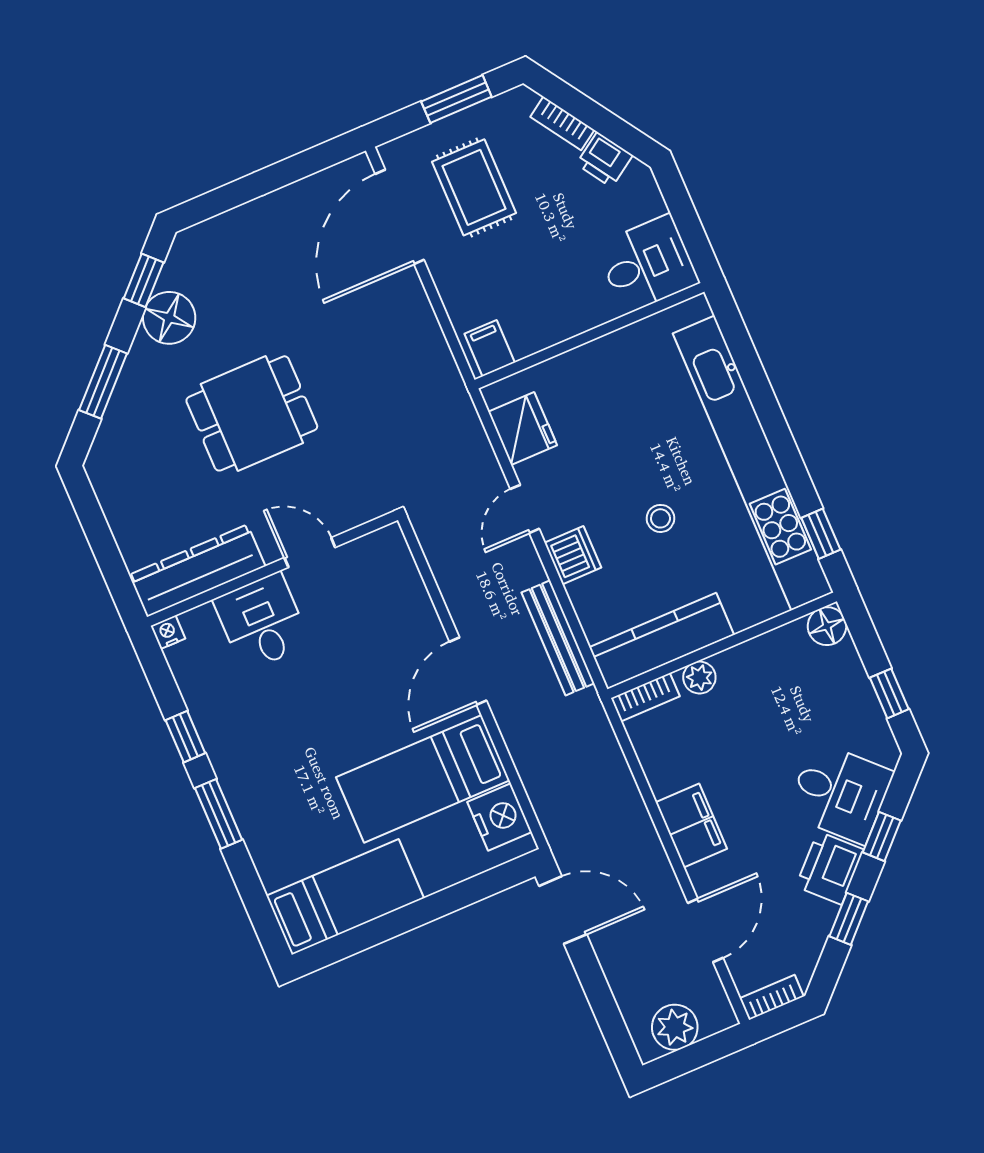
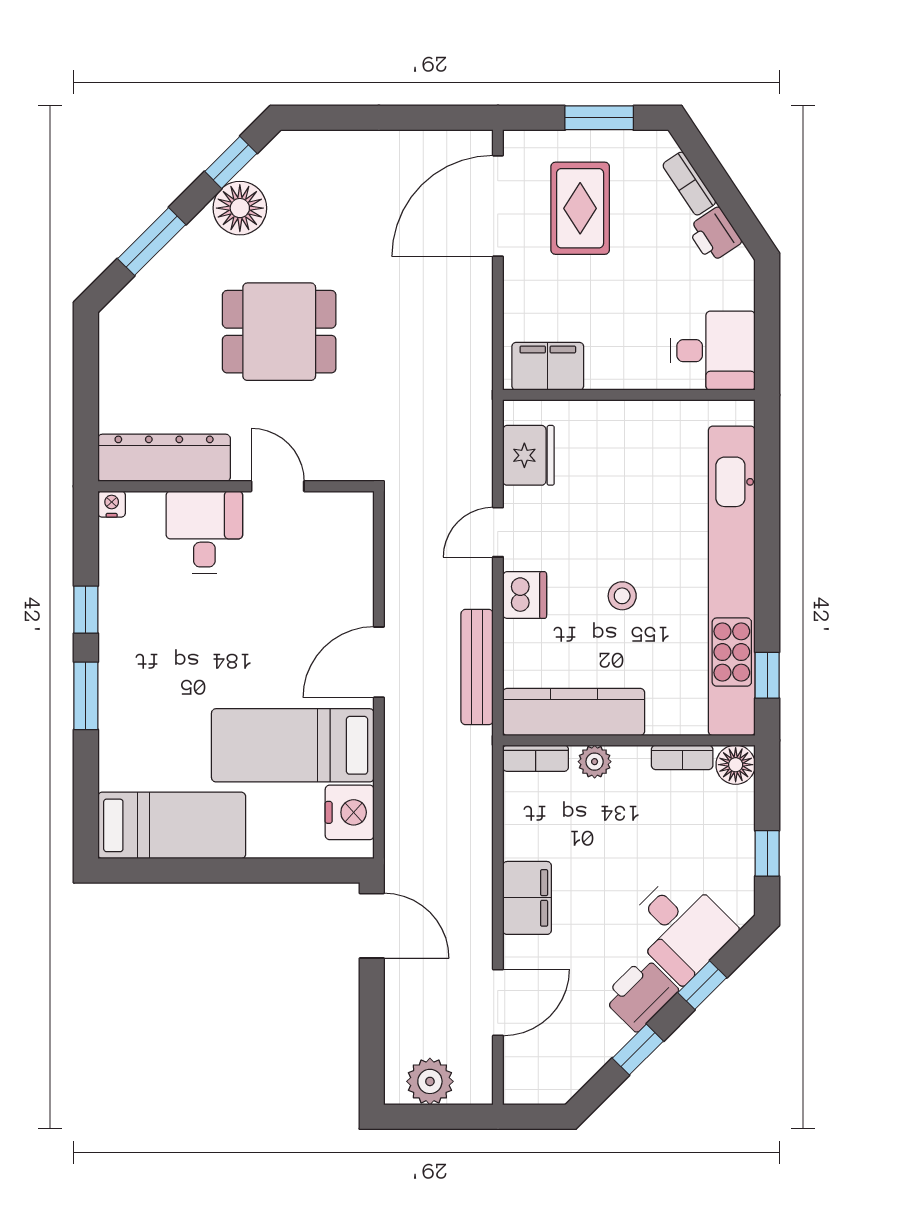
filing cabinet: (490, 348) -> (548, 366), width x2.00
bookcase: (772, 997) -> (682, 757), moved, turned 180

